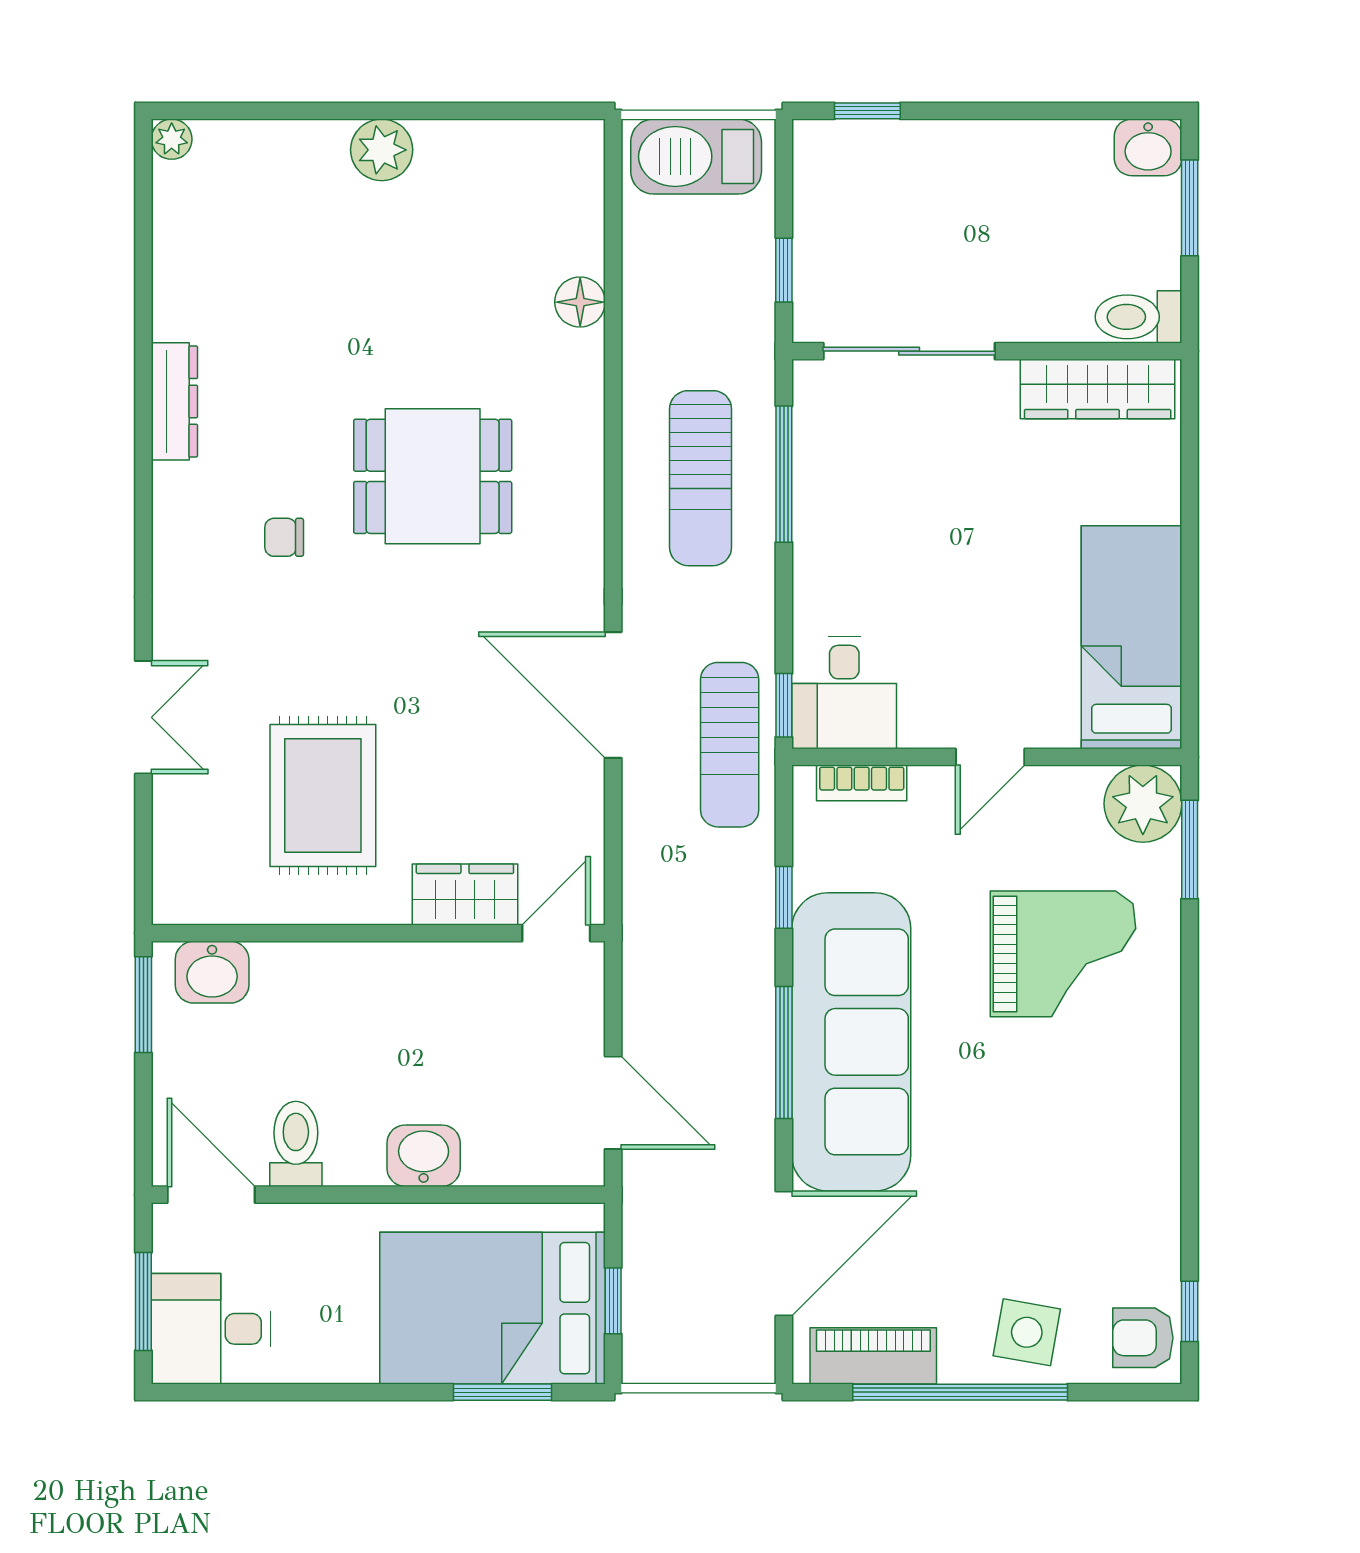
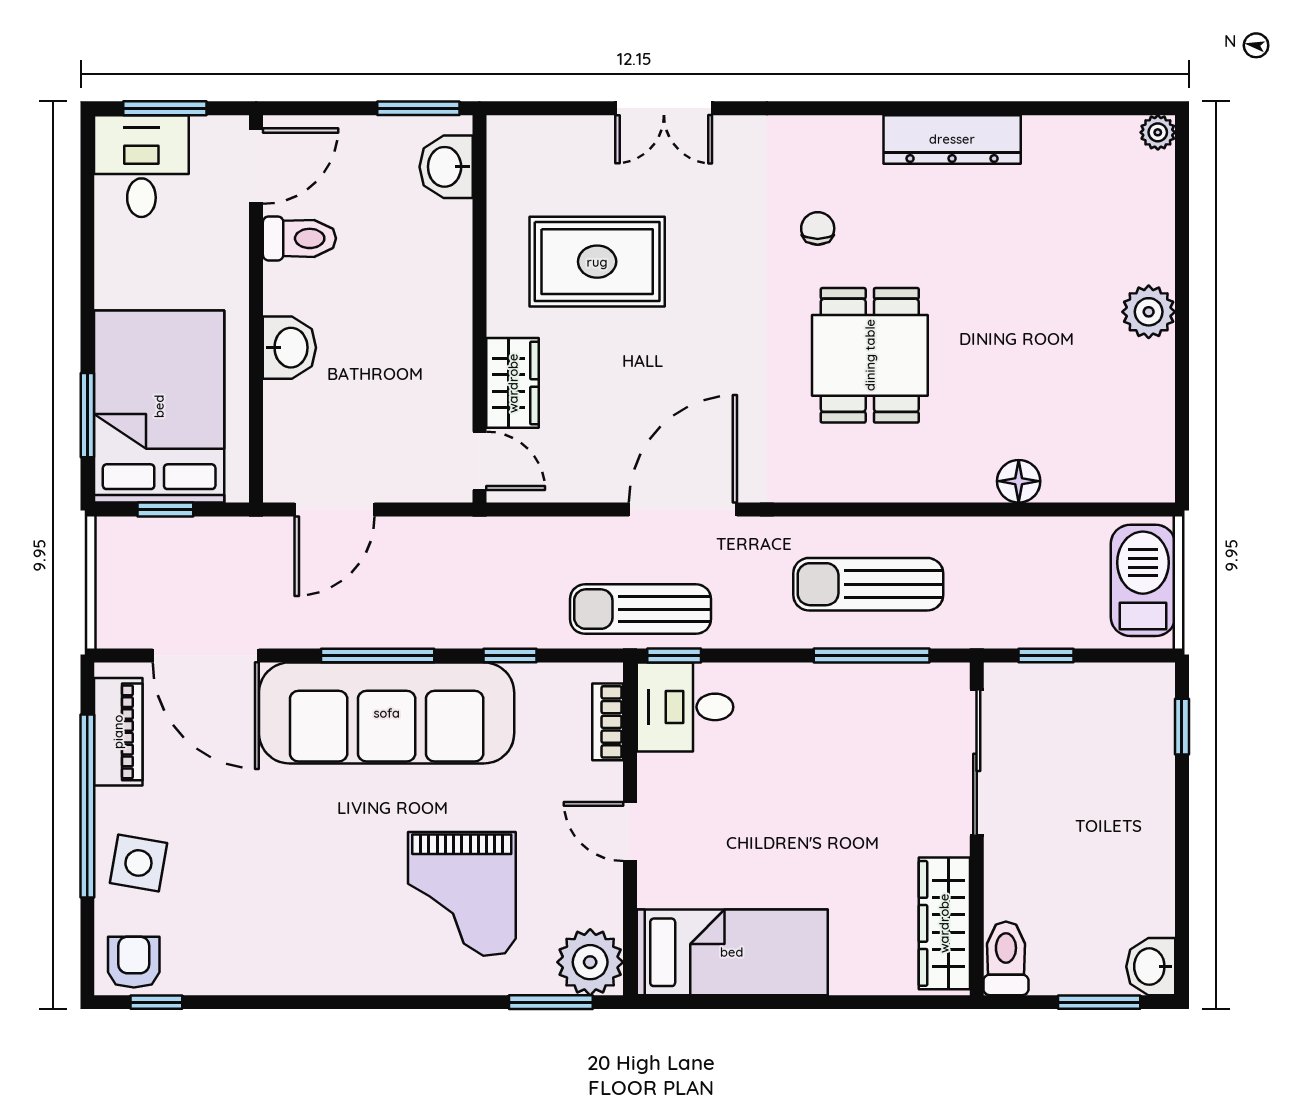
dresser: (174, 401) -> (952, 139), width x1.37, depth x1.24

